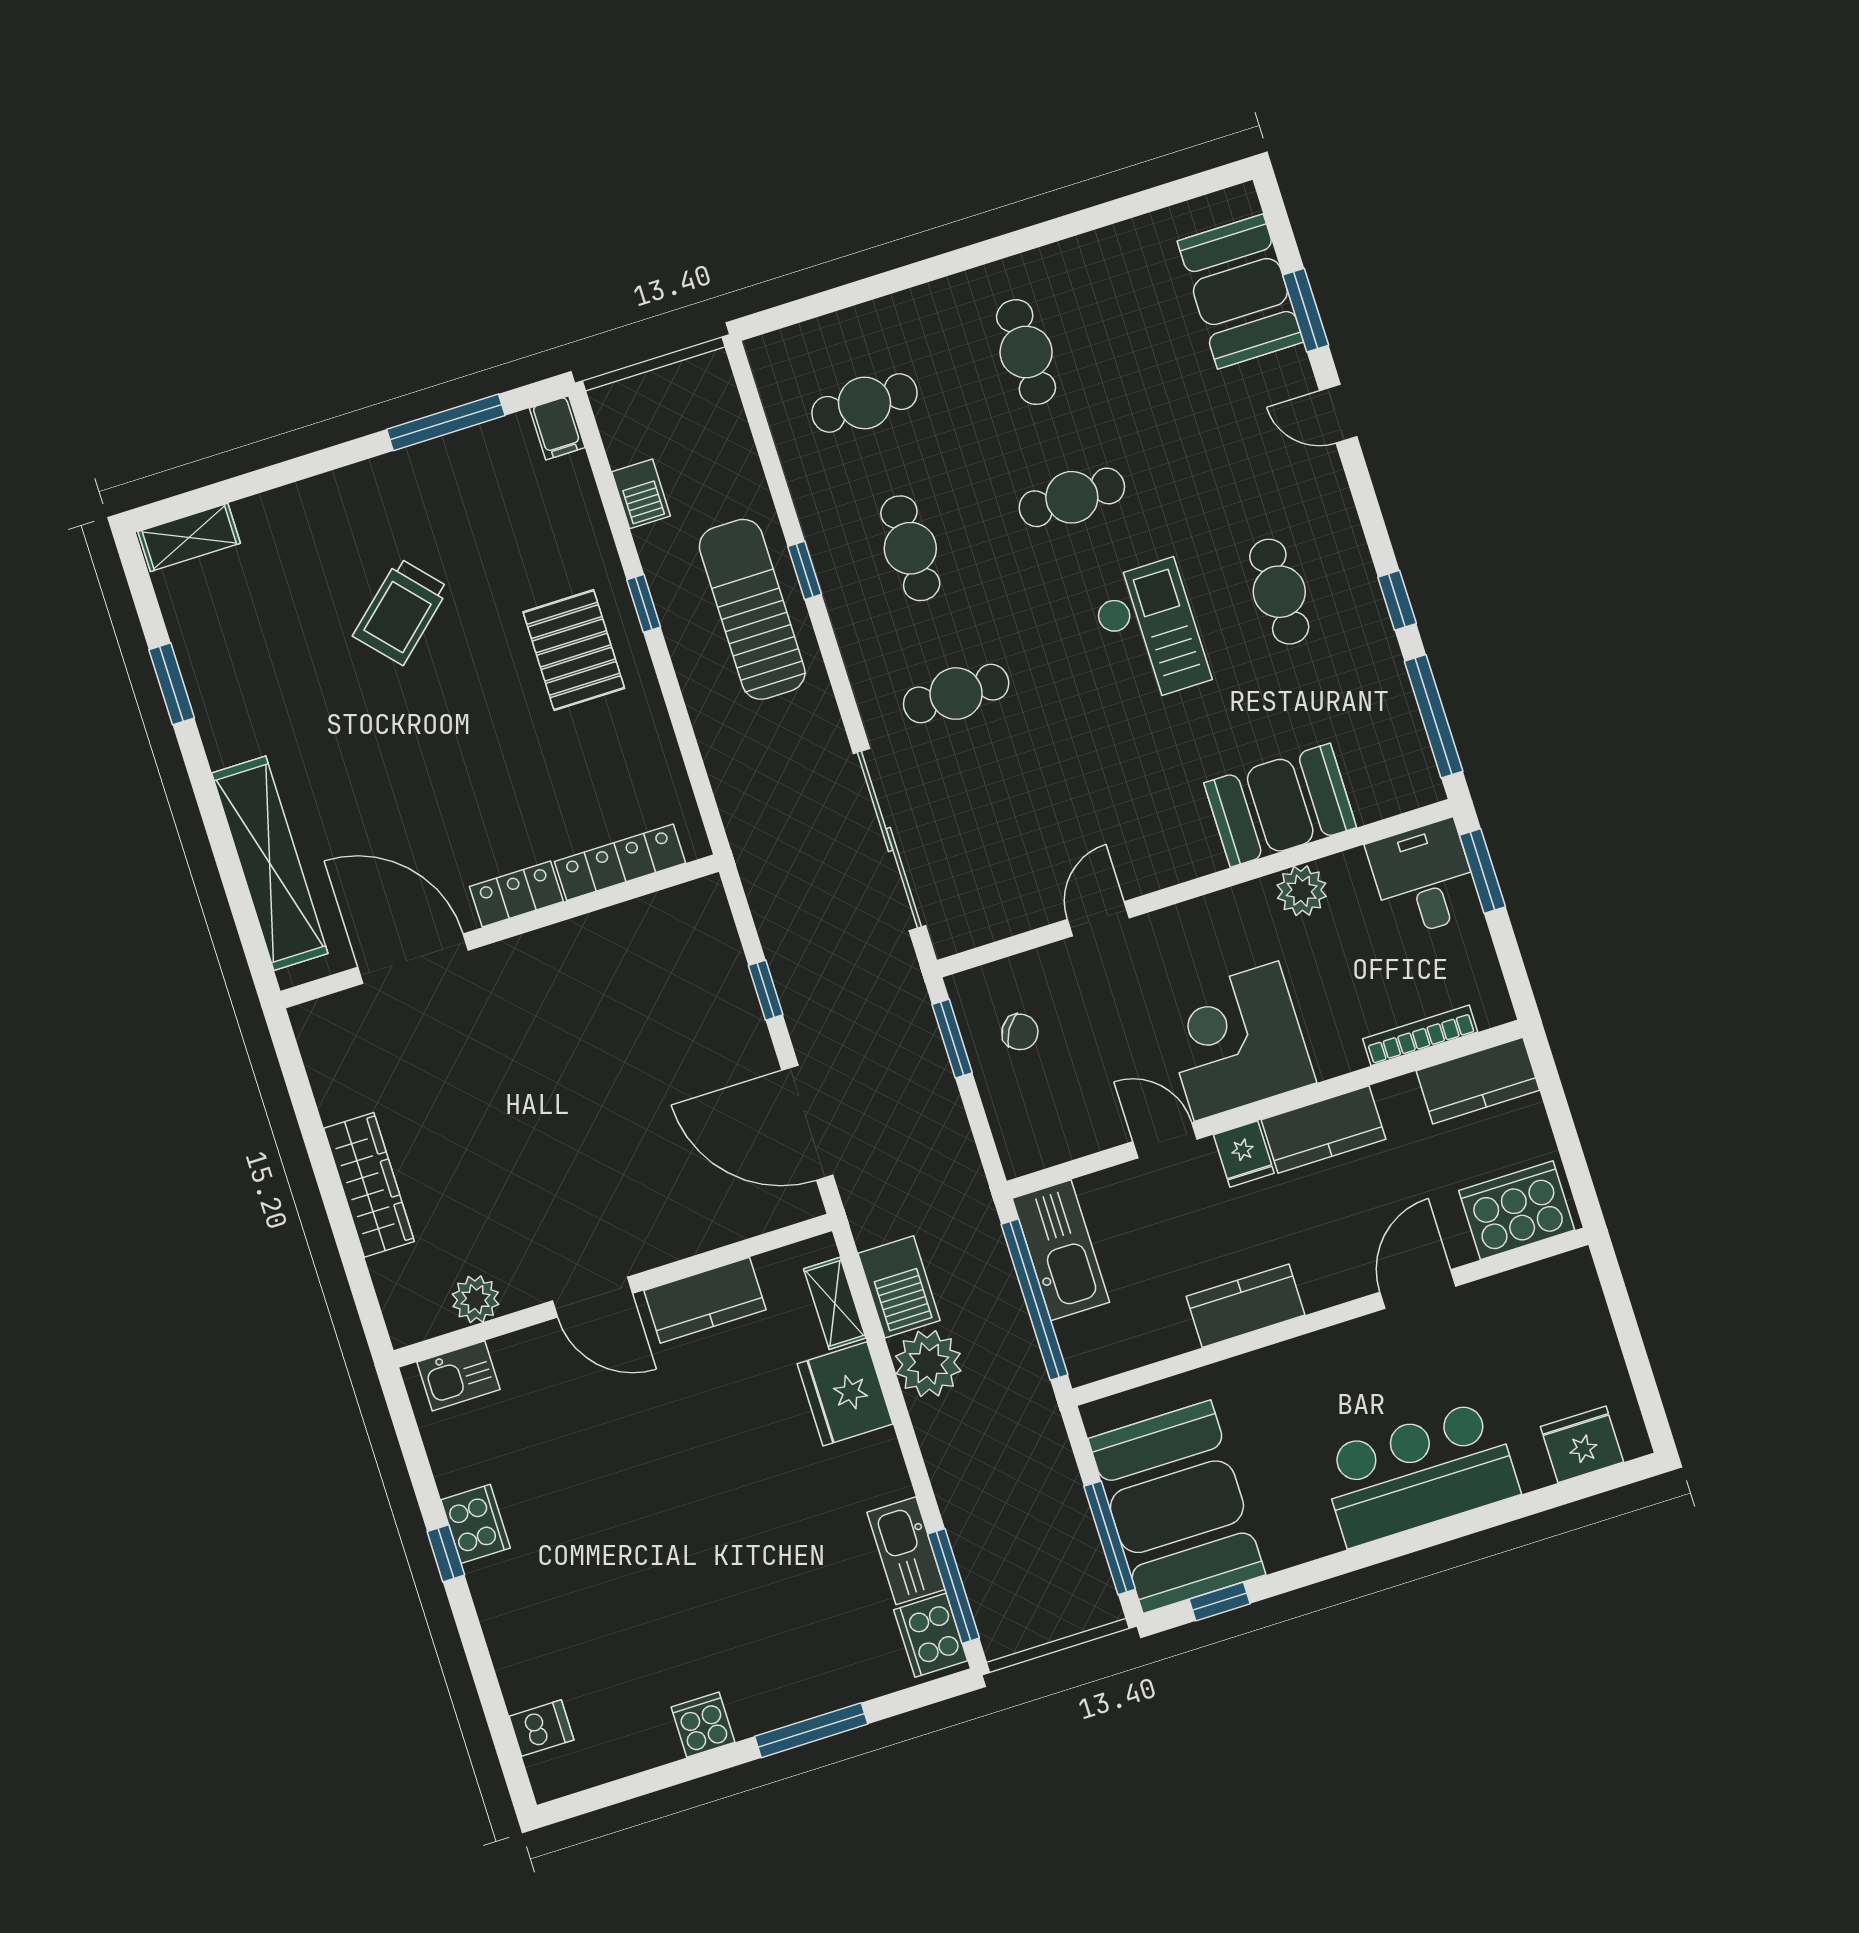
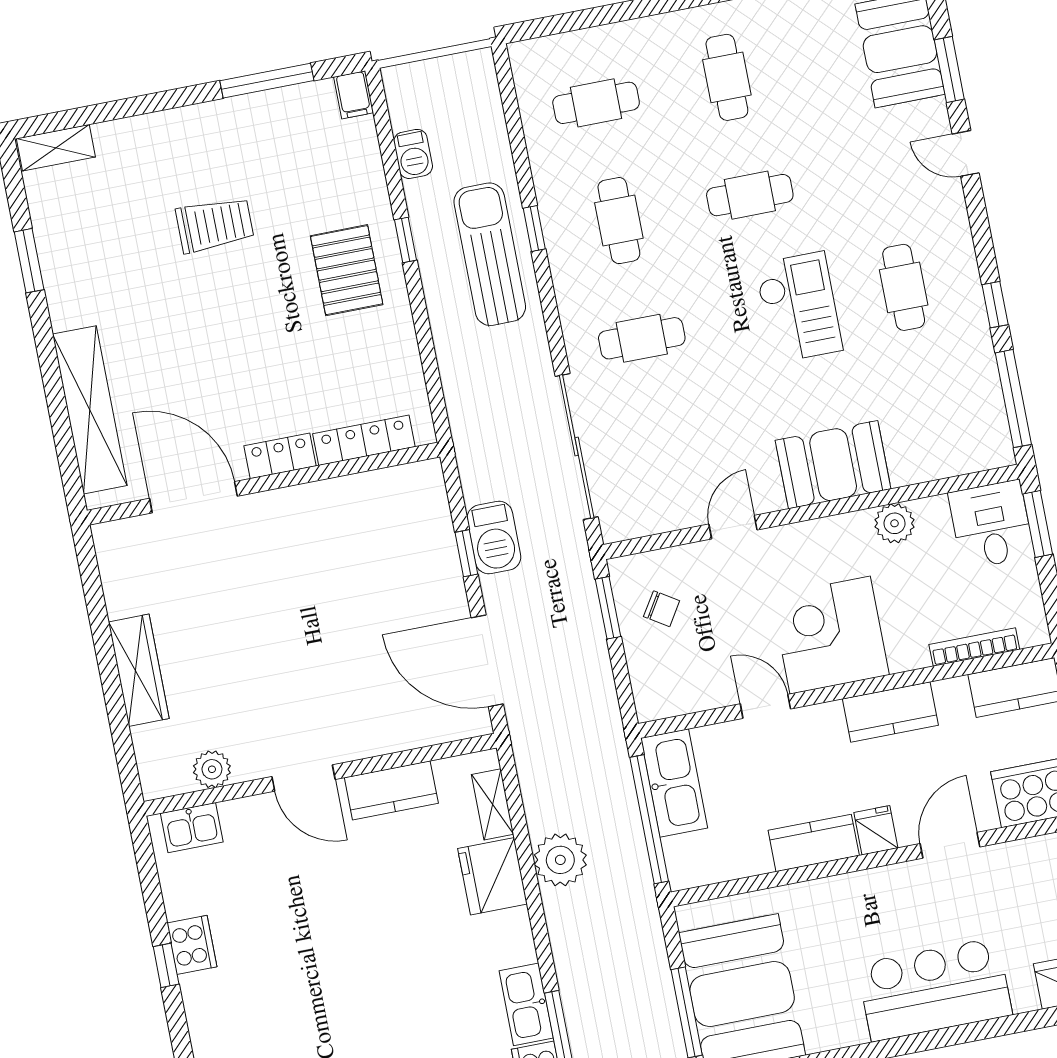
trolley: (401, 612) -> (215, 225), turned -138
booth: (1280, 805) -> (833, 465), moved
fridge: (1244, 1154) -> (876, 830), moved, turned 180
barbecue: (899, 1287) -> (494, 538), moved

